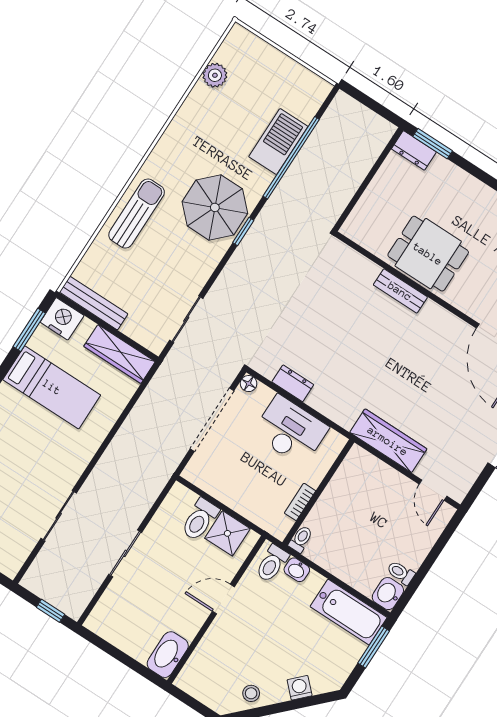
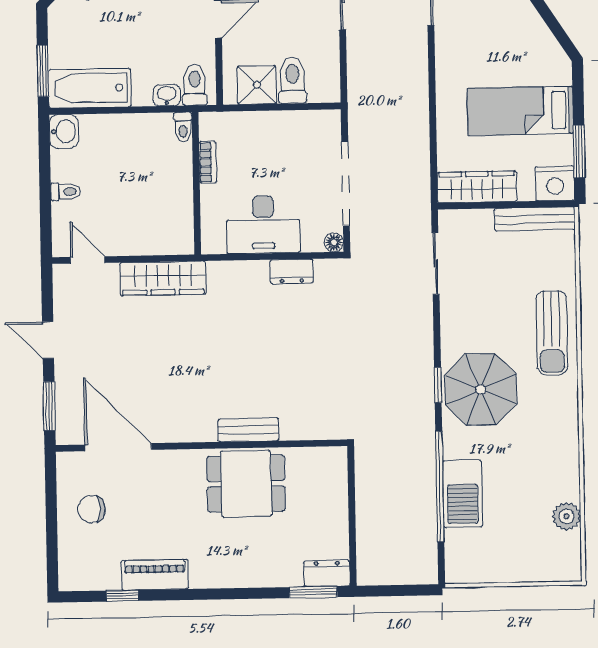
toilet: (401, 573) -> (66, 192), moved

